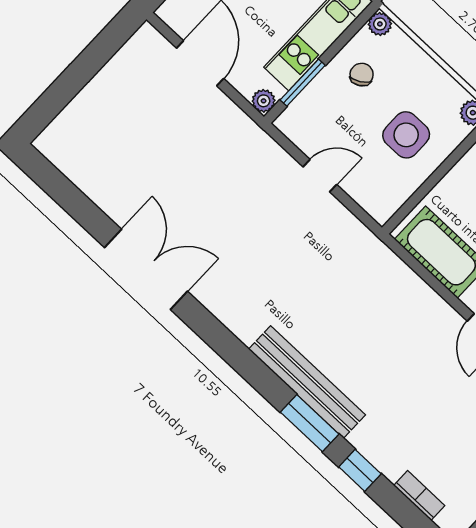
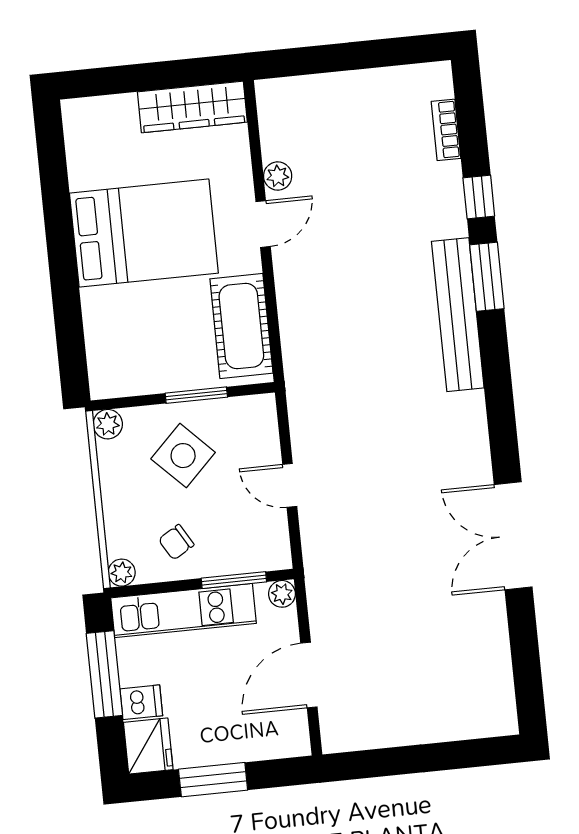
side table: (406, 135) -> (183, 456), turned 45
window: (432, 182) -> (196, 395), added

